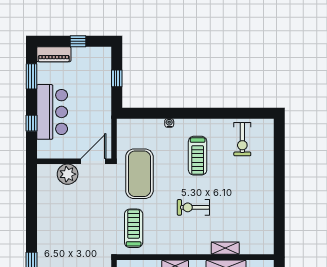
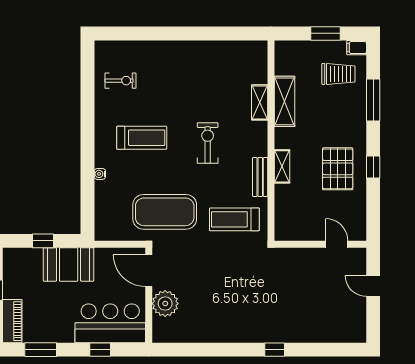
booth: (98, 98) -> (69, 264), added
bar counter: (52, 112) -> (110, 323), moved
exercise bike: (242, 139) -> (121, 81), width x0.73, depth x0.72
exercise bike: (193, 207) -> (208, 143), turned 180
bench: (167, 249) -> (260, 177), added

